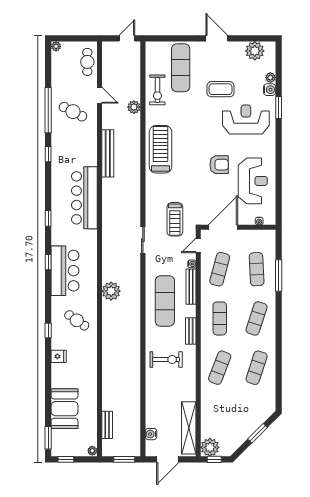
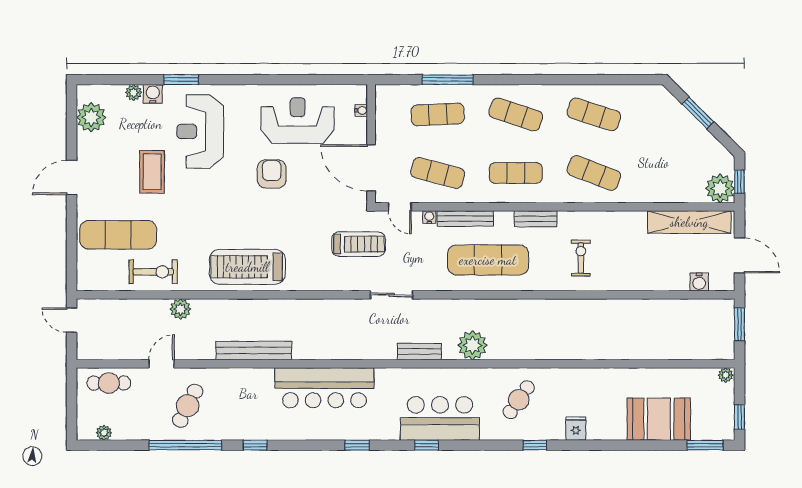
plant: (56, 46) -> (104, 433), moved
exercise bike: (166, 359) -> (581, 258), width x0.73, depth x0.72
bench: (107, 425) -> (419, 352), moved

